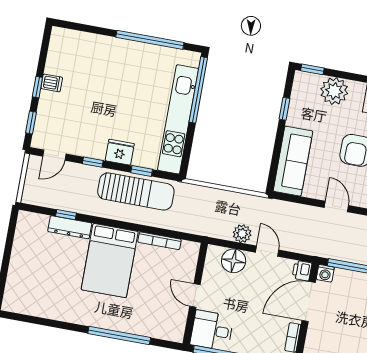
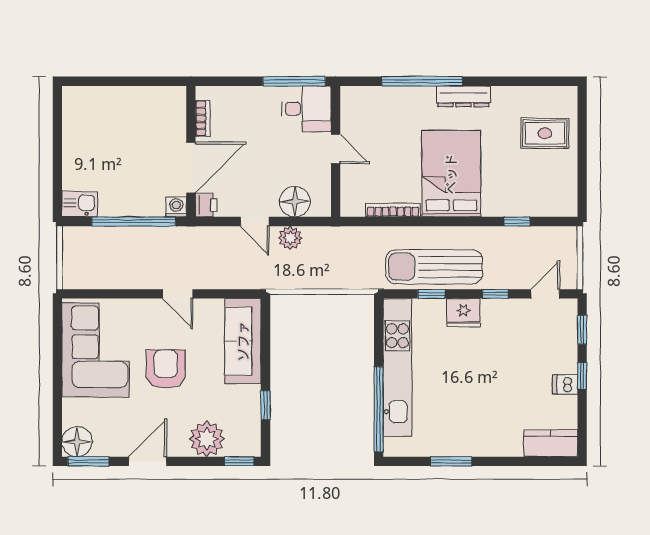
kitchen counter: (71, 40) -> (551, 443), added
window: (150, 40) -> (451, 461), width x0.47
dresser: (70, 227) -> (463, 96), moved, turned 180
rug: (32, 278) -> (545, 133), added

